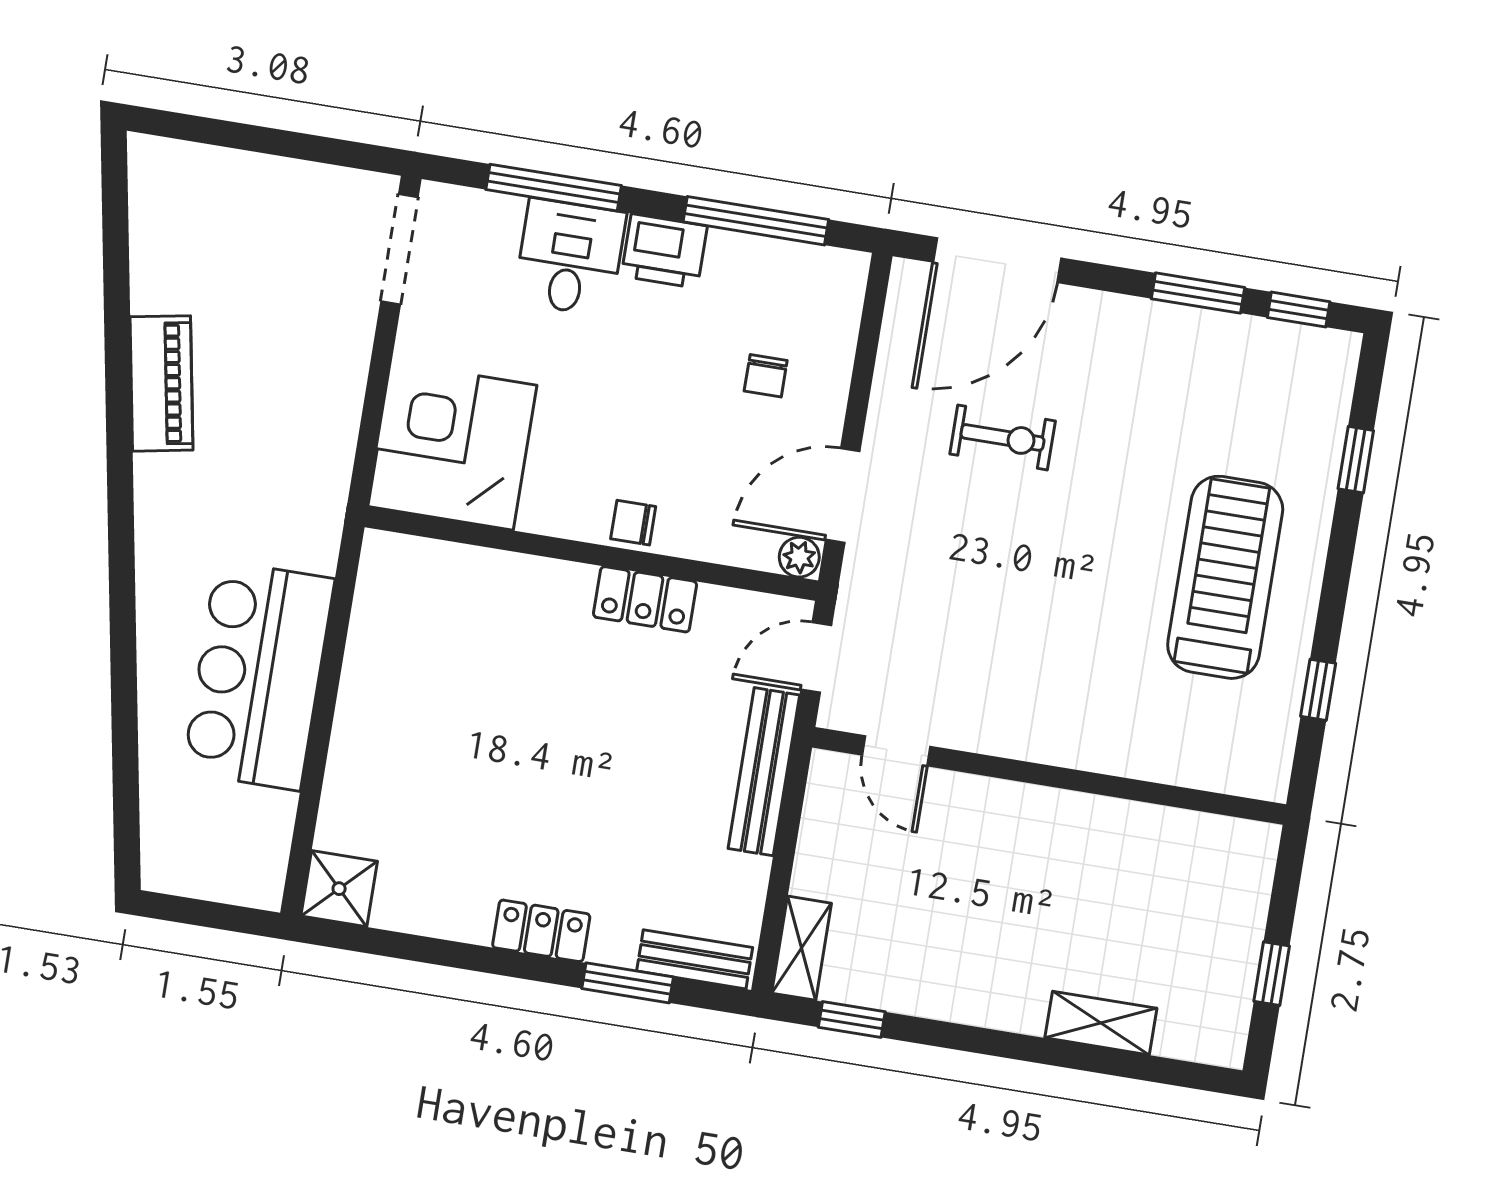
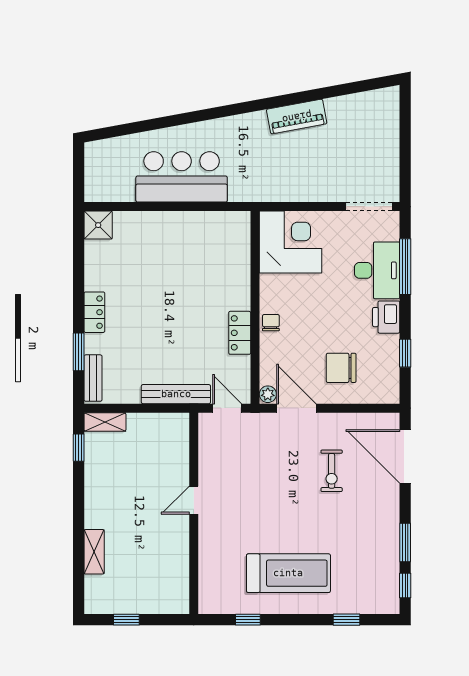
window: (756, 221) -> (405, 353), width x0.46
desk: (570, 257) -> (377, 270), width x1.37
chair: (766, 376) -> (341, 368), width x1.87, depth x1.87
door: (896, 751) -> (194, 500), moved

